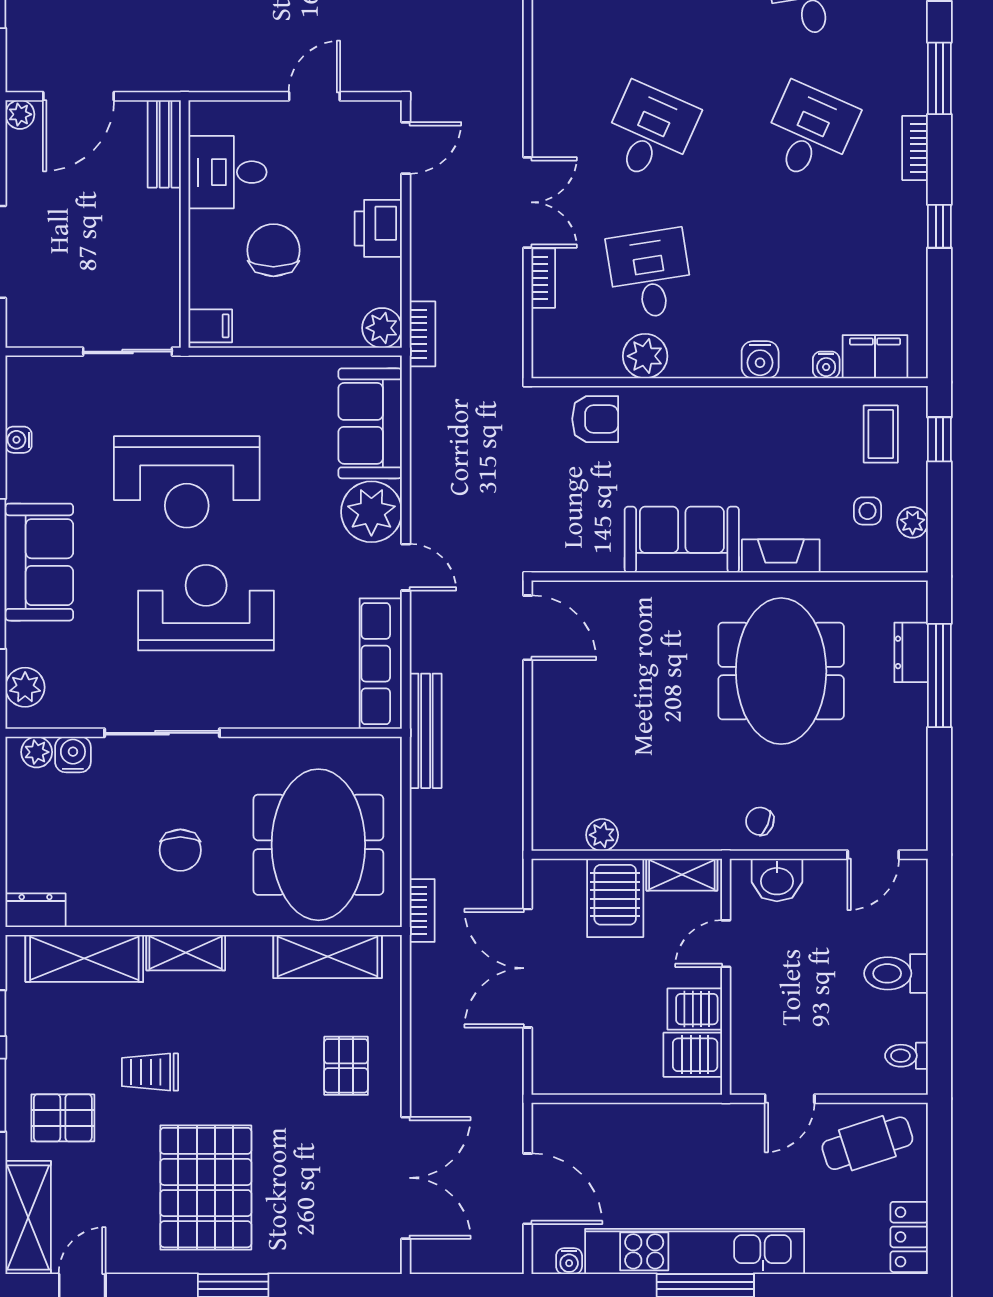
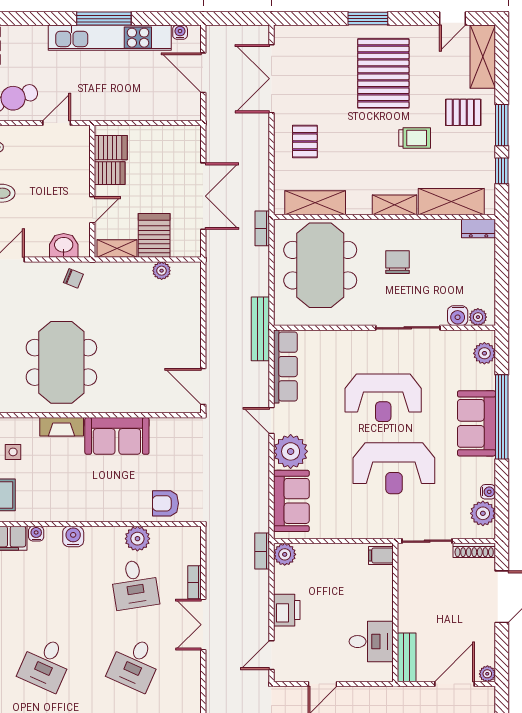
chair: (273, 250) -> (345, 598), removed
shoe rack: (43, 335) -> (474, 550), added
plant: (28, 401) -> (483, 513), added
reception desk: (187, 482) -> (394, 468), turned 180

